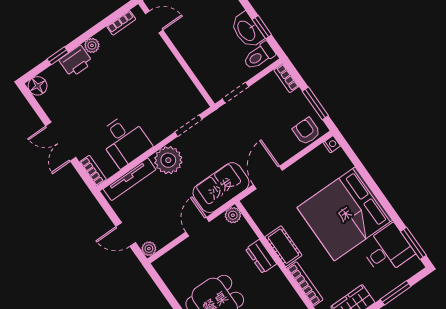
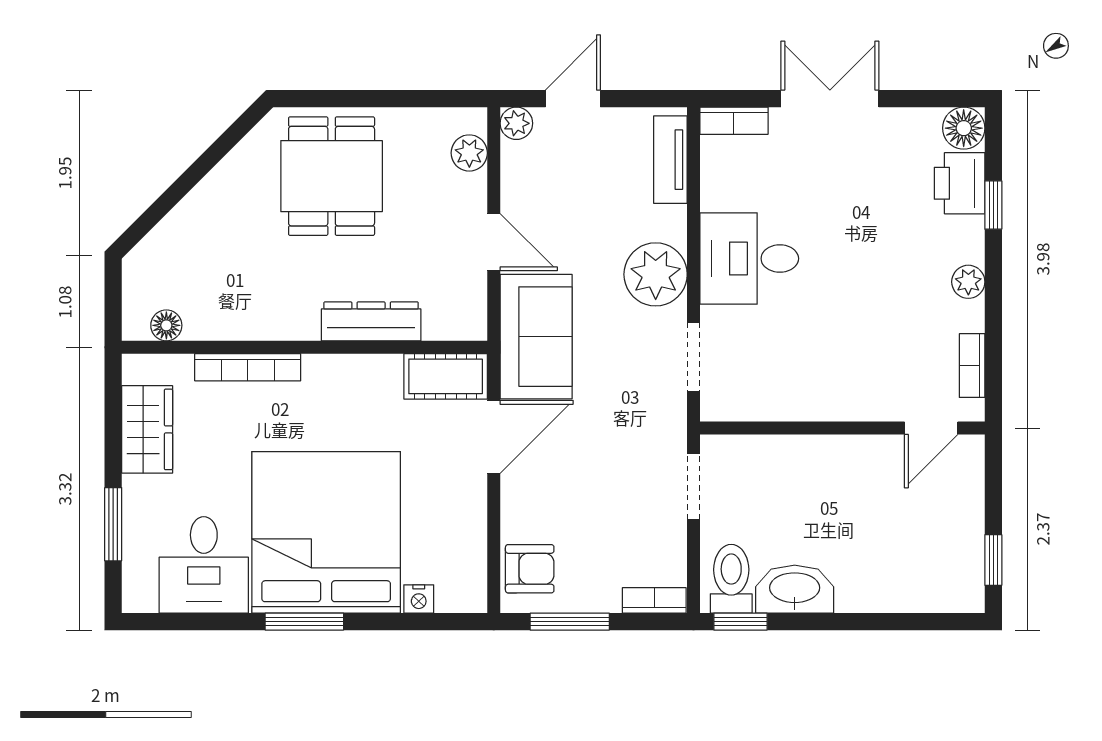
window: (262, 27) -> (740, 622), moved
printer: (76, 61) -> (960, 183), moved
desk: (125, 140) -> (749, 259), moved
nightstand: (332, 144) -> (419, 599), moved
door: (268, 177) -> (494, 437), hinge flipped
tv unit: (130, 179) -> (670, 160), width x0.71
plant: (233, 215) -> (469, 153), moved
window: (413, 243) -> (304, 622), moved
cot: (283, 246) -> (446, 376), moved
dresser: (261, 256) -> (371, 321), width x1.44

